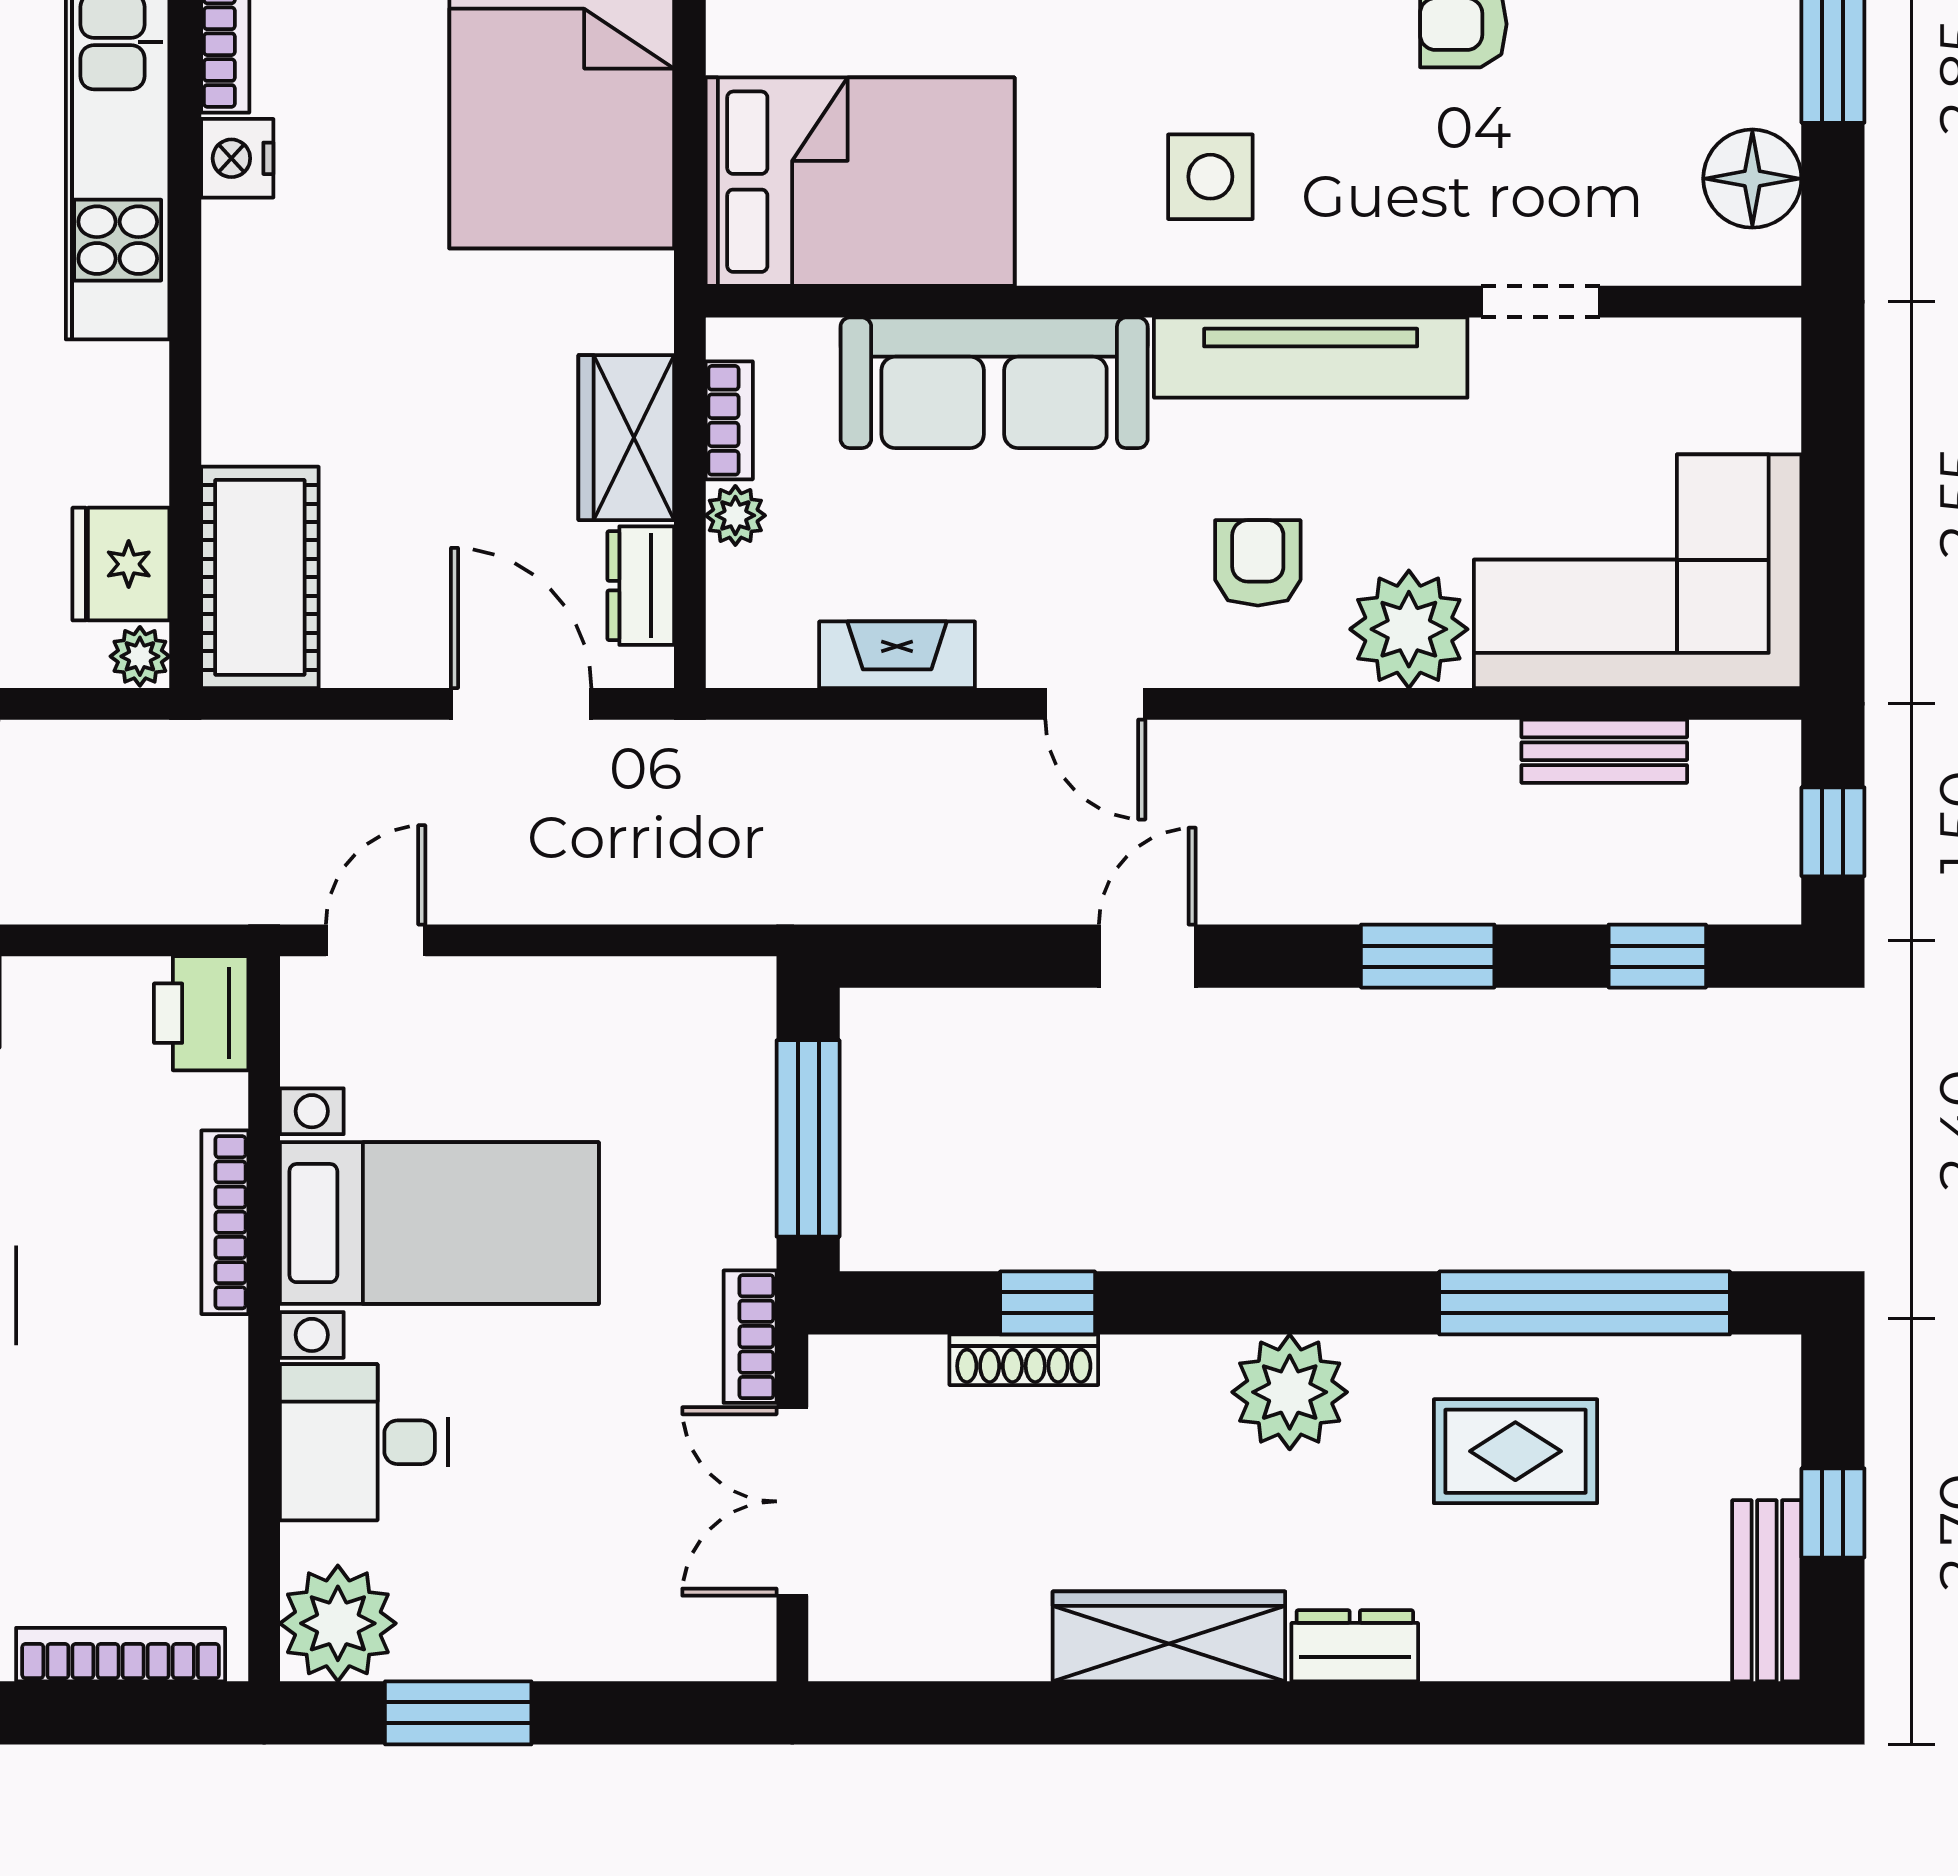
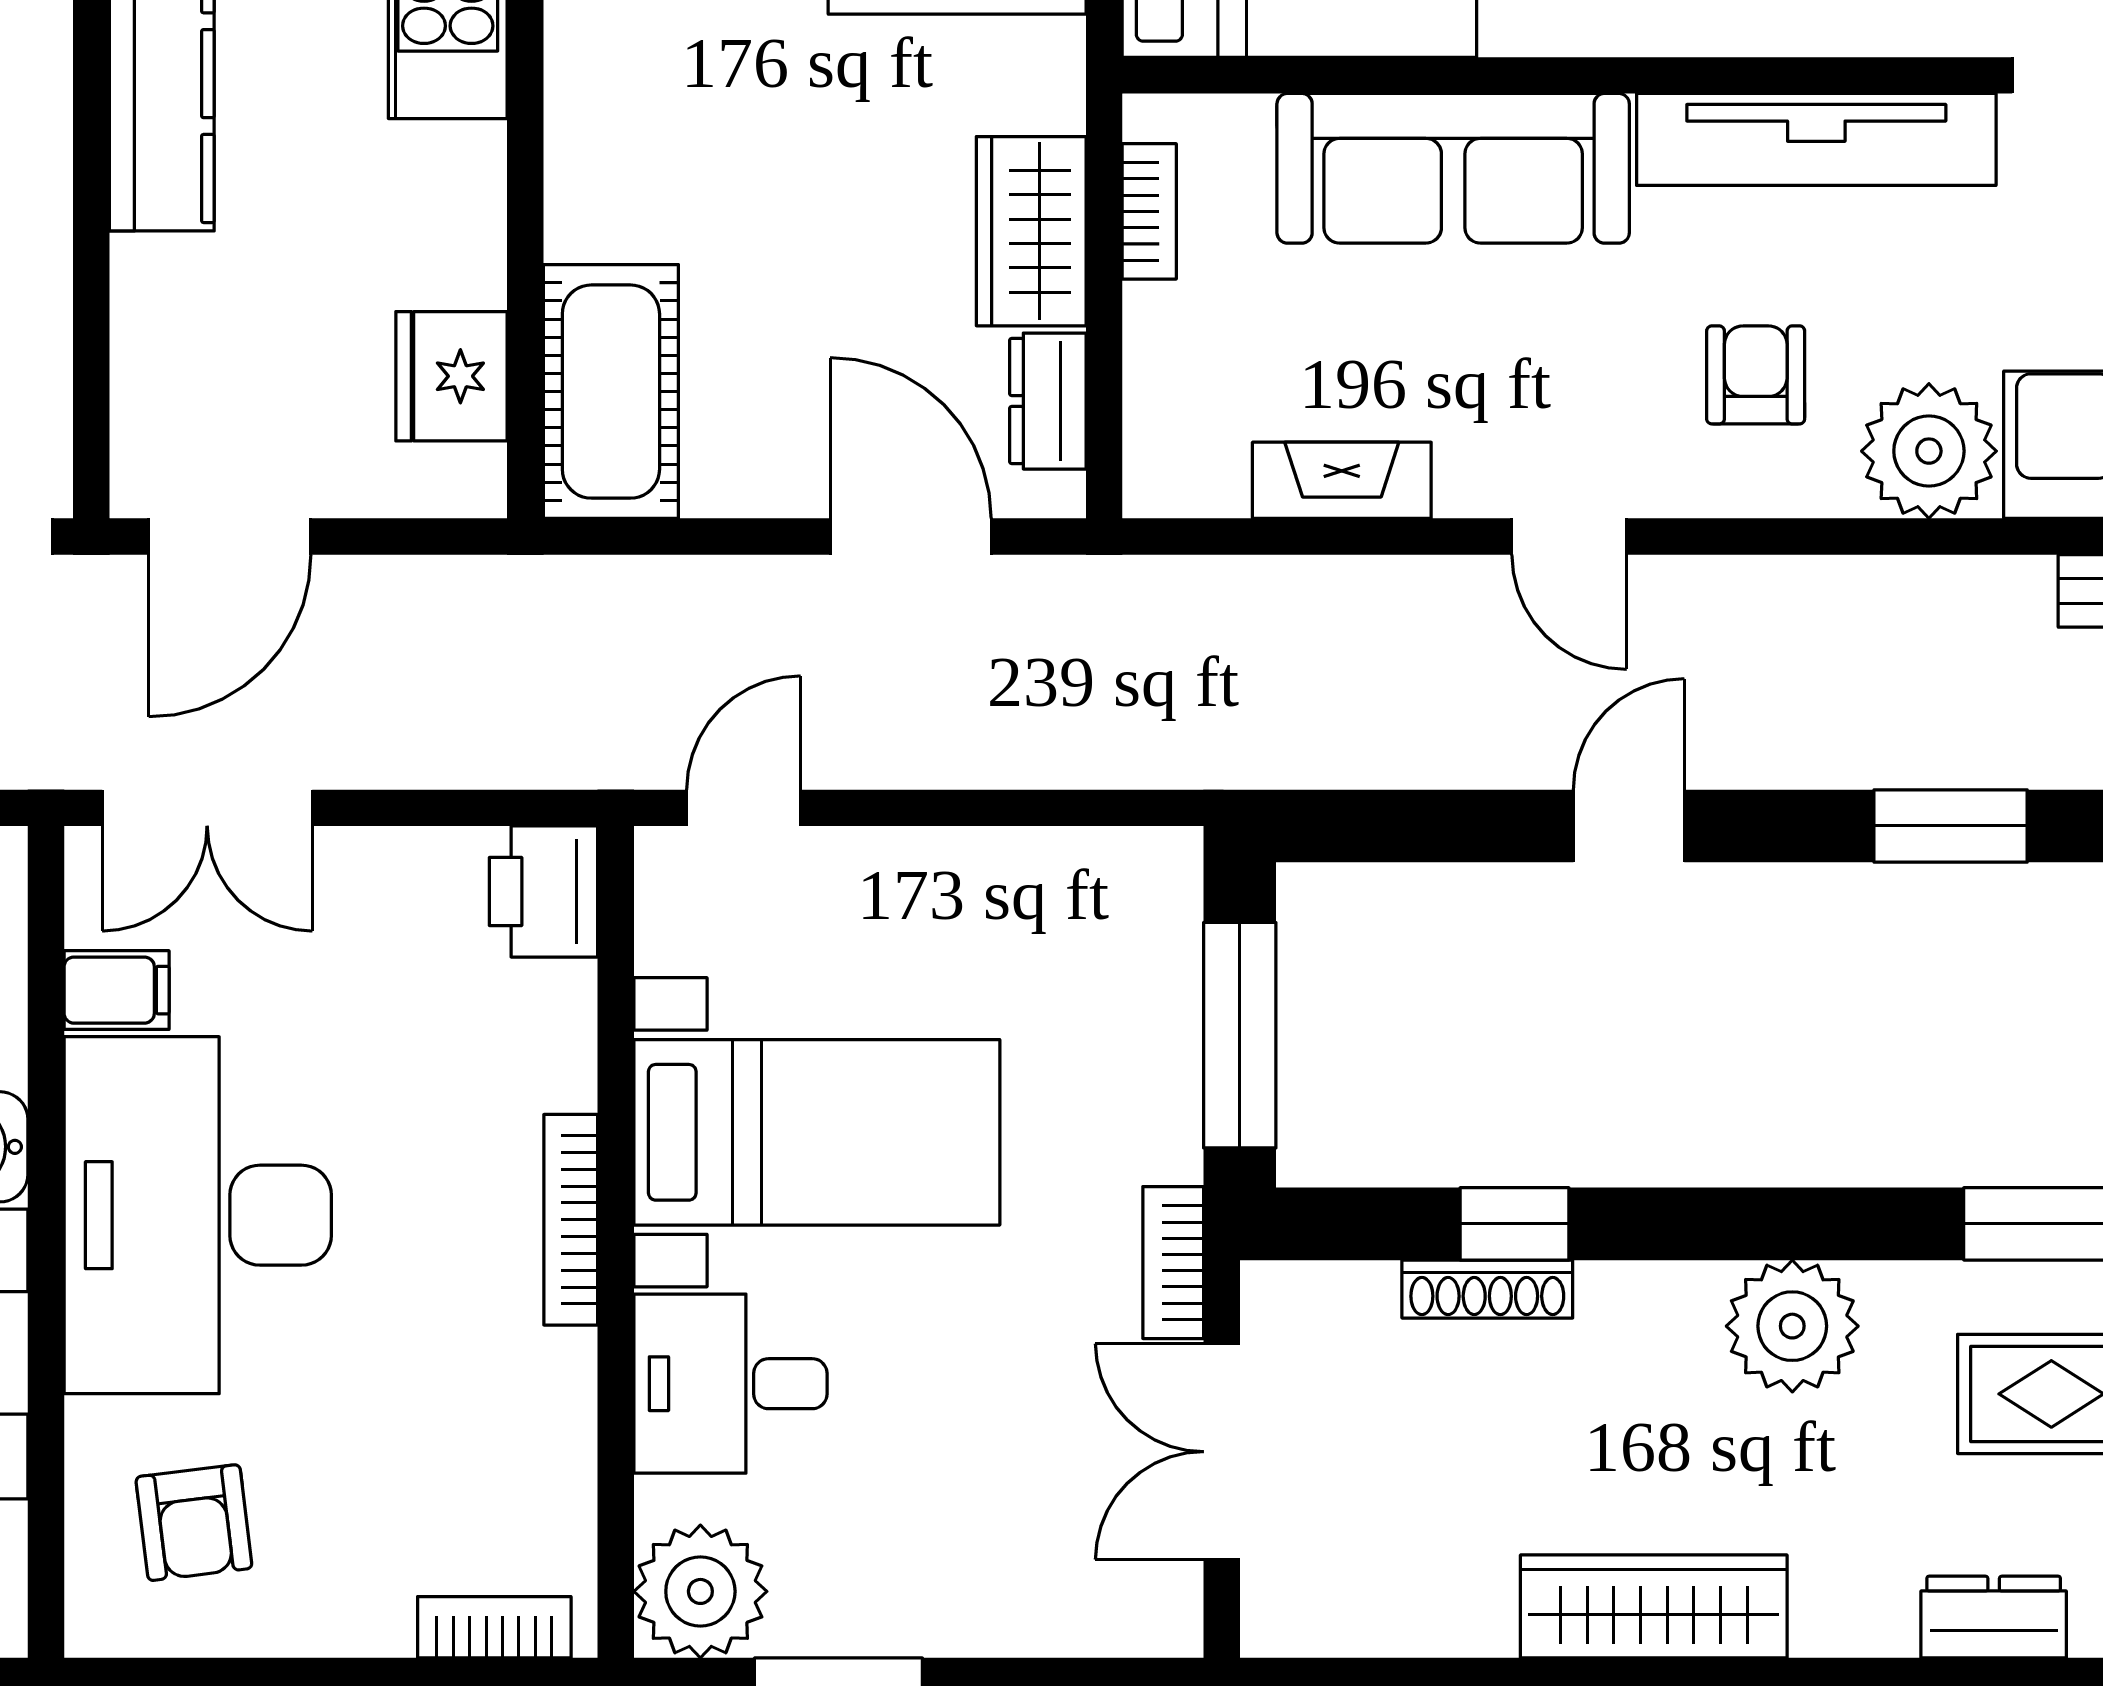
plant: (735, 515) -> (1156, 321), removed
plant: (140, 656) -> (473, 482), removed
bookcase: (225, 1222) -> (571, 1220), moved
dresser: (1355, 1646) -> (1994, 1617), moved
bookcase: (121, 1655) -> (494, 1627), width x0.64

